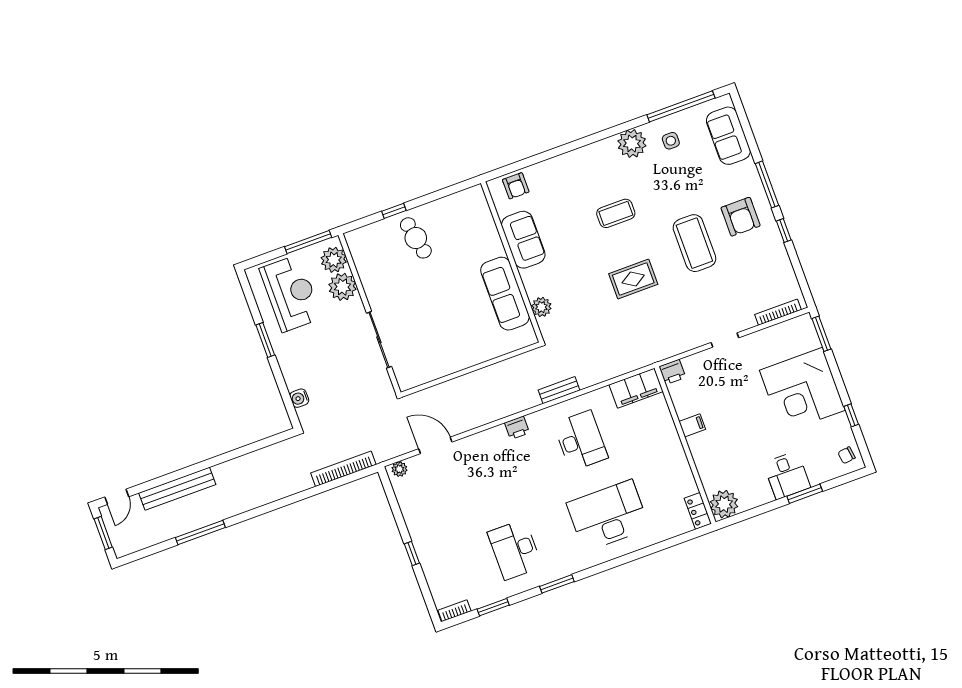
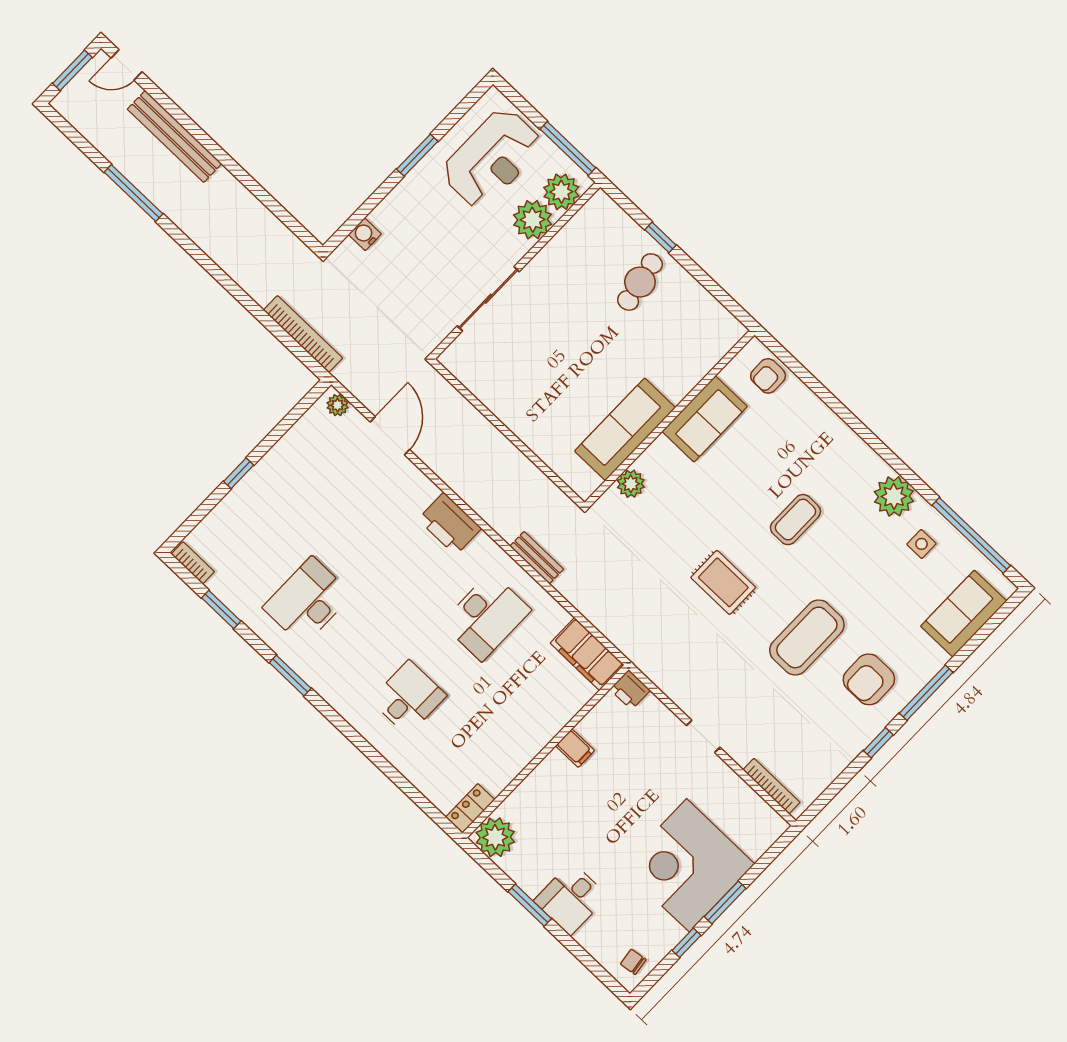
coffee table: (616, 213) -> (795, 520), turned 90
window: (821, 334) -> (725, 902), moved
printer: (517, 428) -> (450, 524), width x1.87, depth x1.48
window: (805, 494) -> (530, 905), moved
desk: (608, 516) -> (408, 698), width x0.53, depth x0.77

